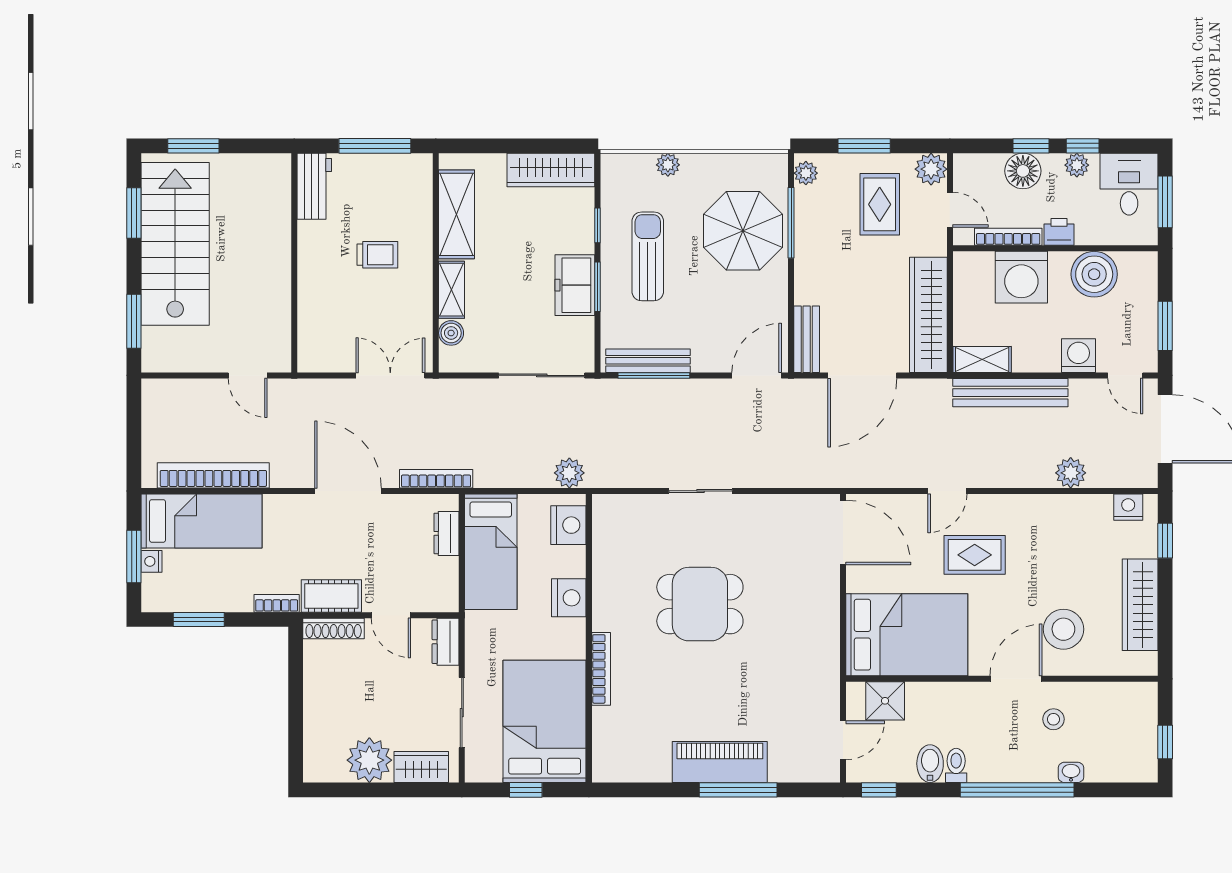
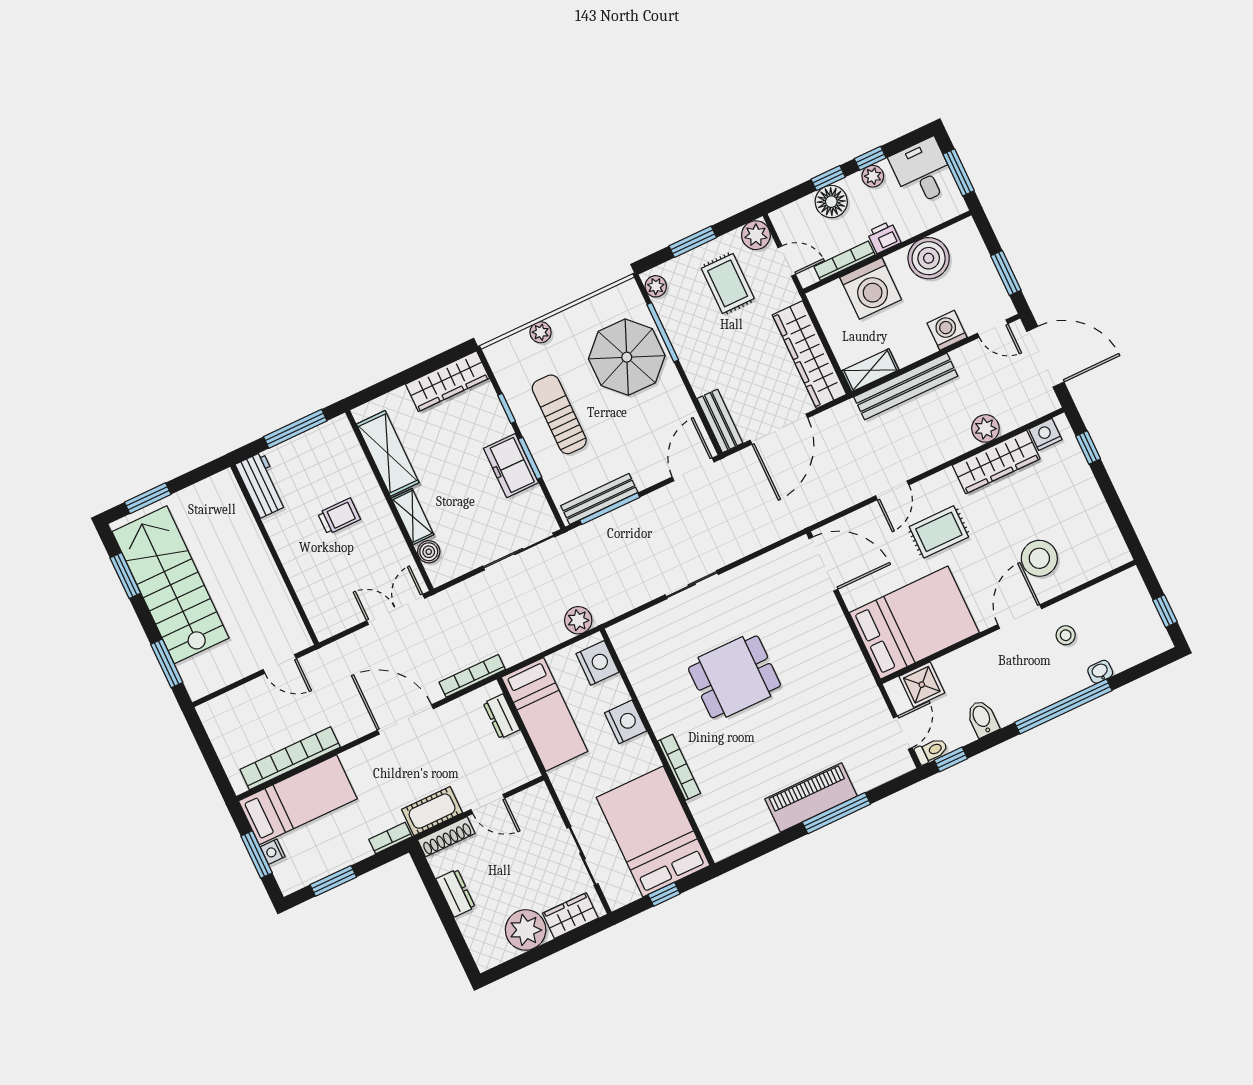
wardrobe: (1140, 605) -> (996, 462), moved, turned -90
dresser: (446, 642) -> (456, 893), moved, turned 180
toilet: (956, 765) -> (931, 751), moved, turned 90

